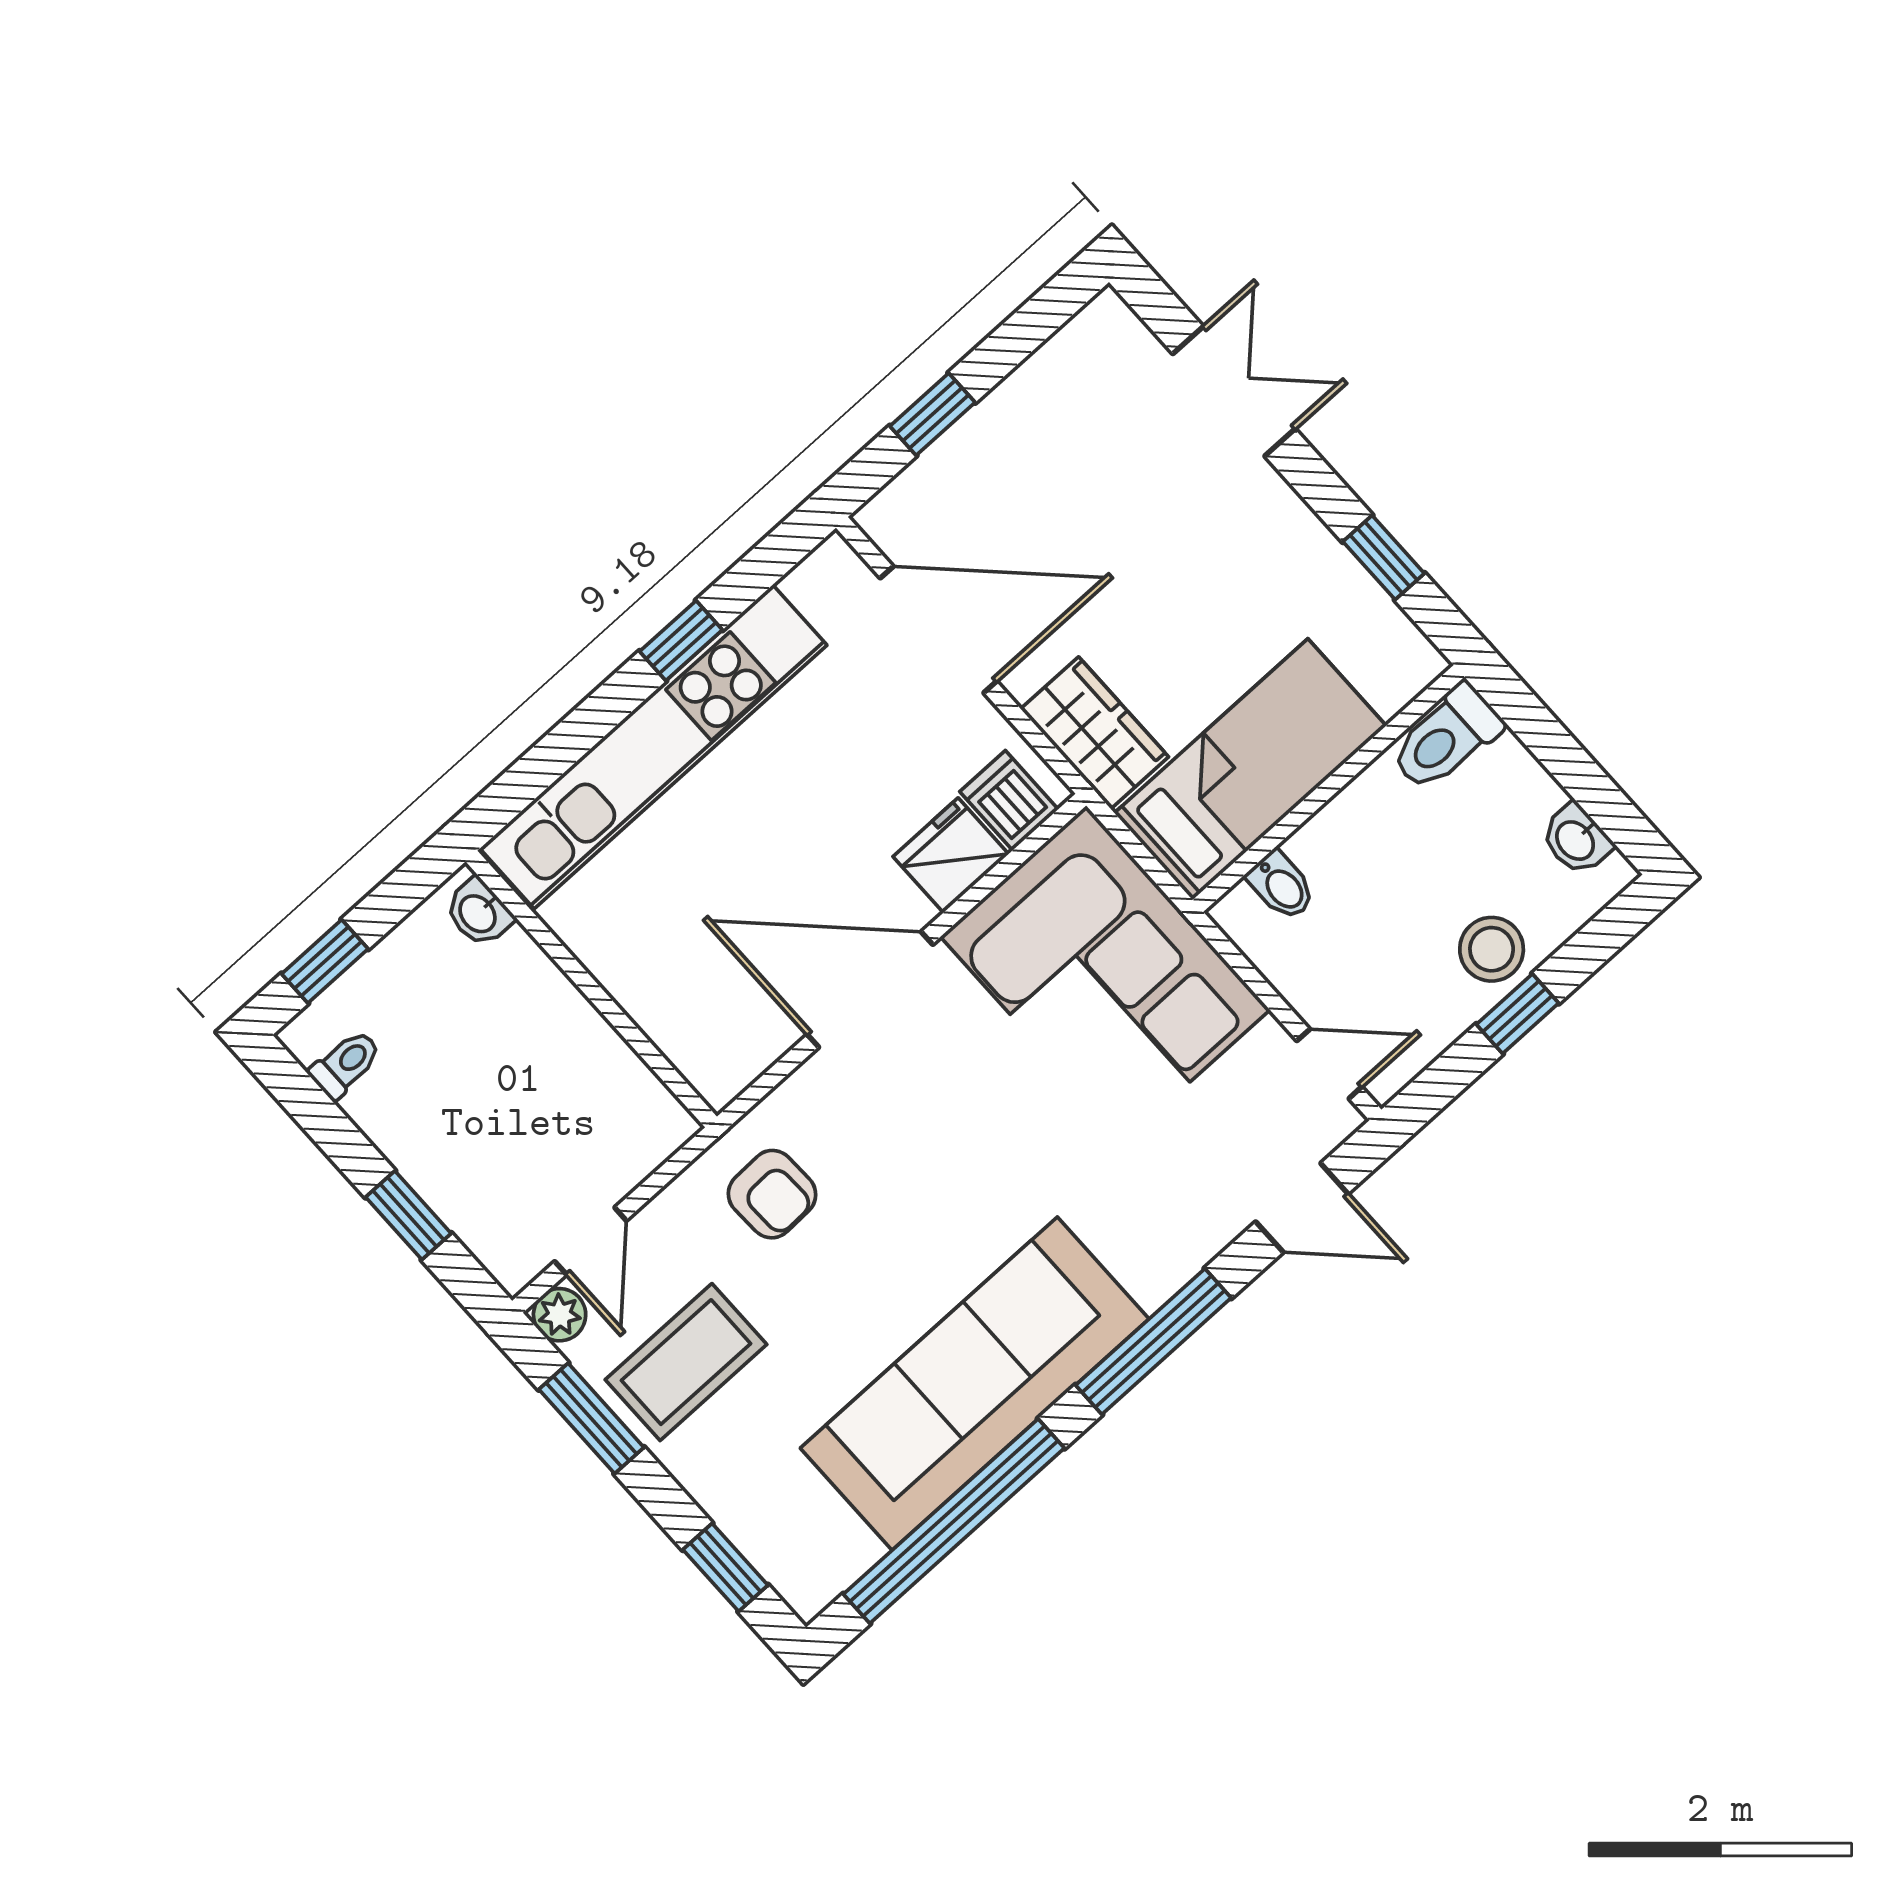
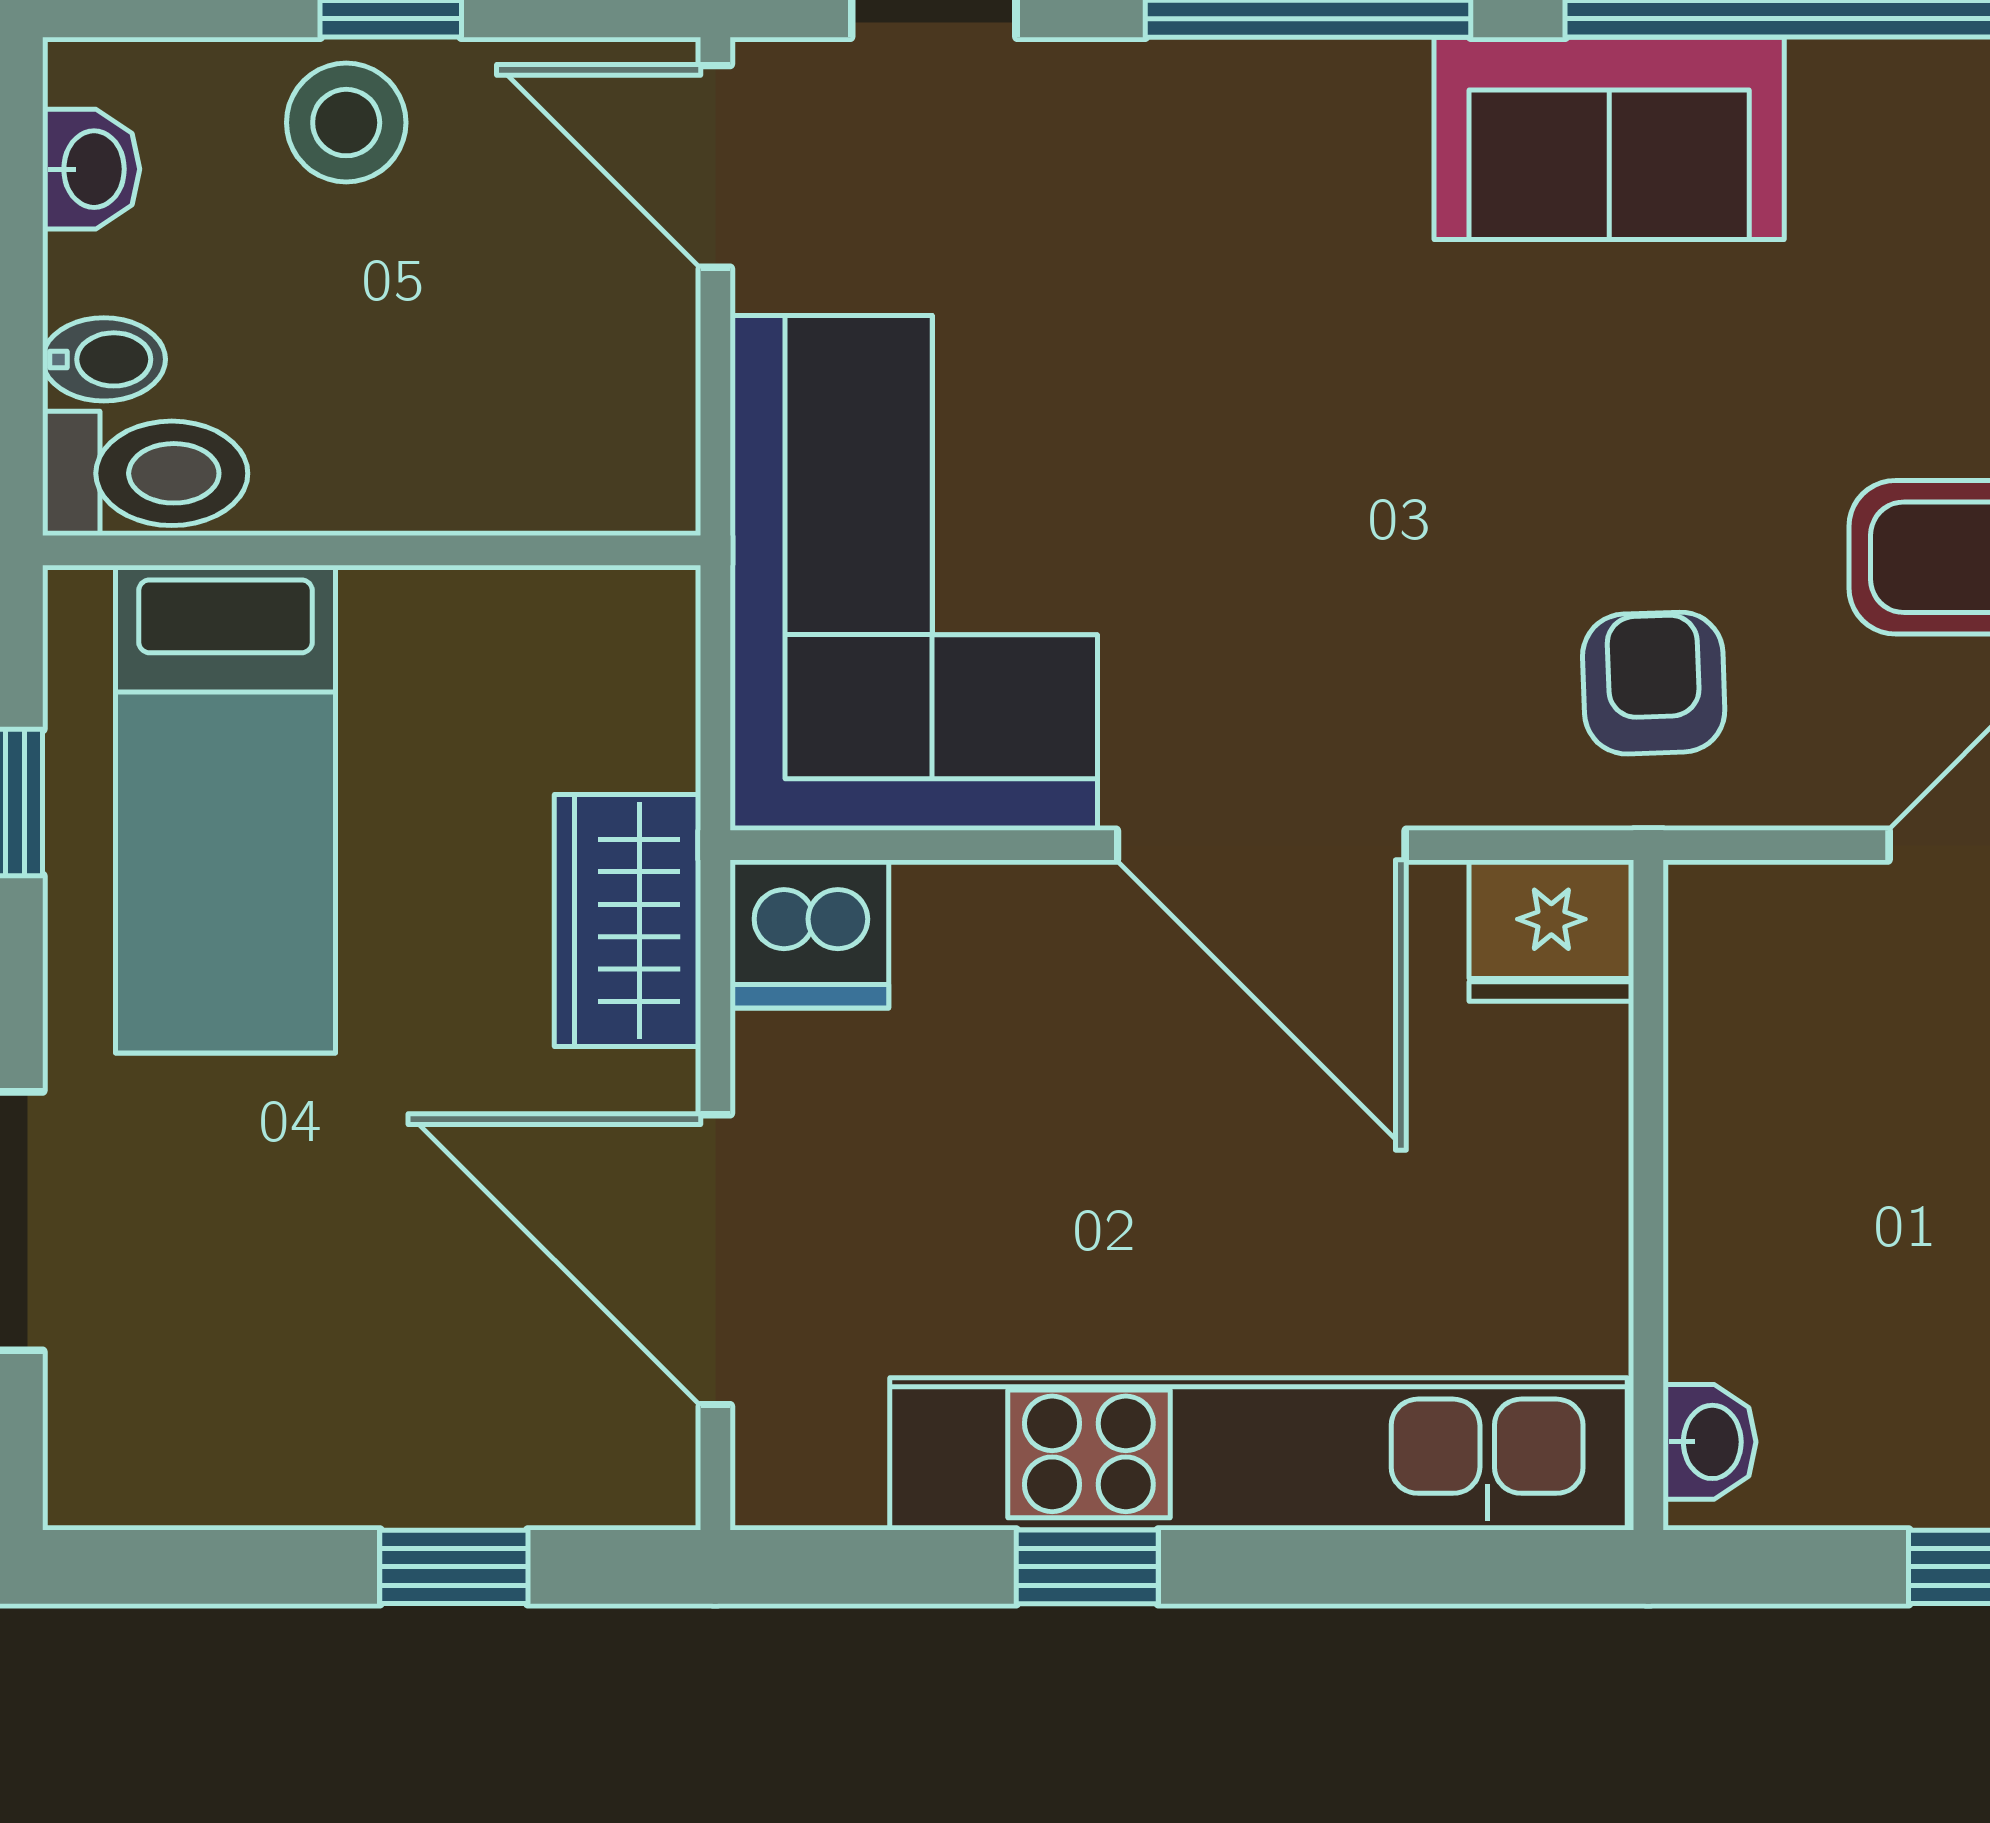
bed: (1250, 769) -> (226, 809), moved, turned -90
dishwasher: (1009, 800) -> (809, 934), width x1.38
fridge: (951, 855) -> (1551, 931), moved
bidet: (1281, 886) -> (104, 359), moved, turned 90
door: (1329, 1064) -> (715, 166), width x1.38
sofa: (975, 1384) -> (1609, 138), width x0.54, depth x0.79

